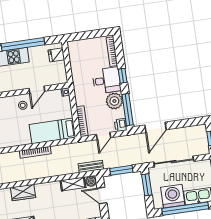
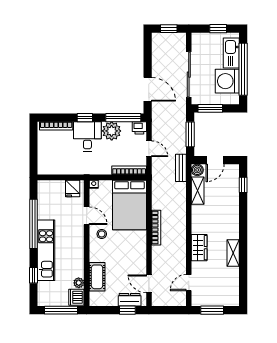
fridge: (56, 55) -> (73, 188), moved
bed: (52, 131) -> (130, 205), width x1.50

